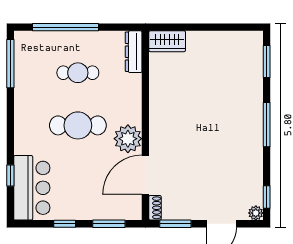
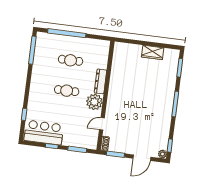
wardrobe: (167, 41) -> (153, 52), moved
dresser: (134, 52) -> (100, 81), moved
cafe table: (78, 125) -> (67, 91), width x0.73, depth x0.74
door: (145, 175) -> (102, 124), width x0.53
bar counter: (32, 188) -> (44, 133), moved, turned -90

